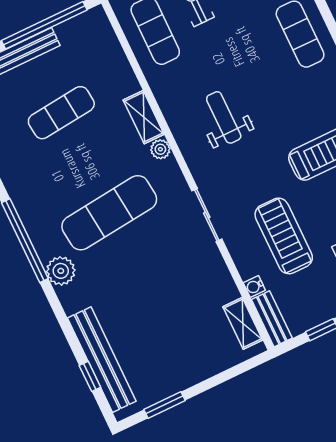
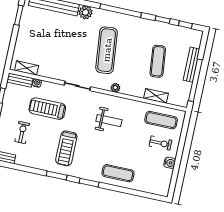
shelving: (144, 117) -> (156, 96), moved
treadmill: (284, 236) -> (47, 109), turned 180
plant: (61, 271) -> (86, 12), moved

